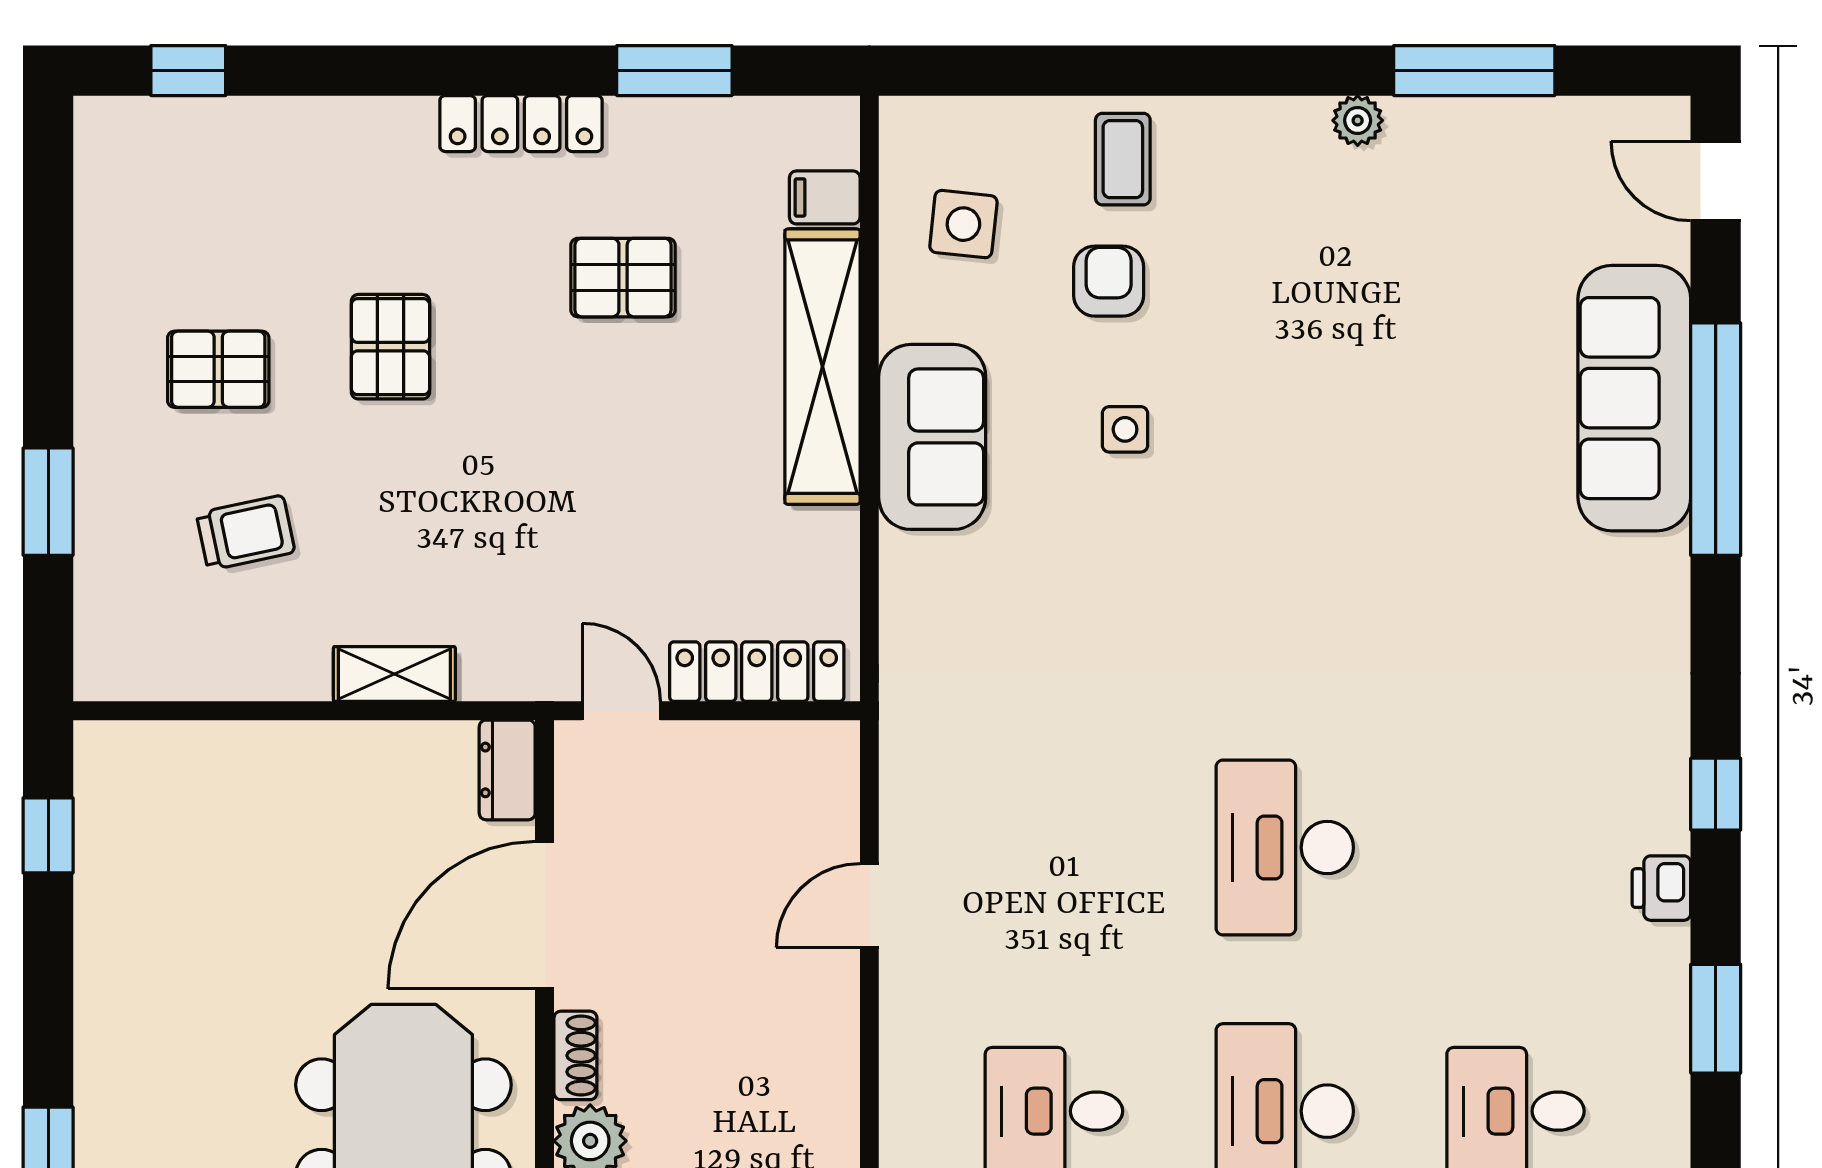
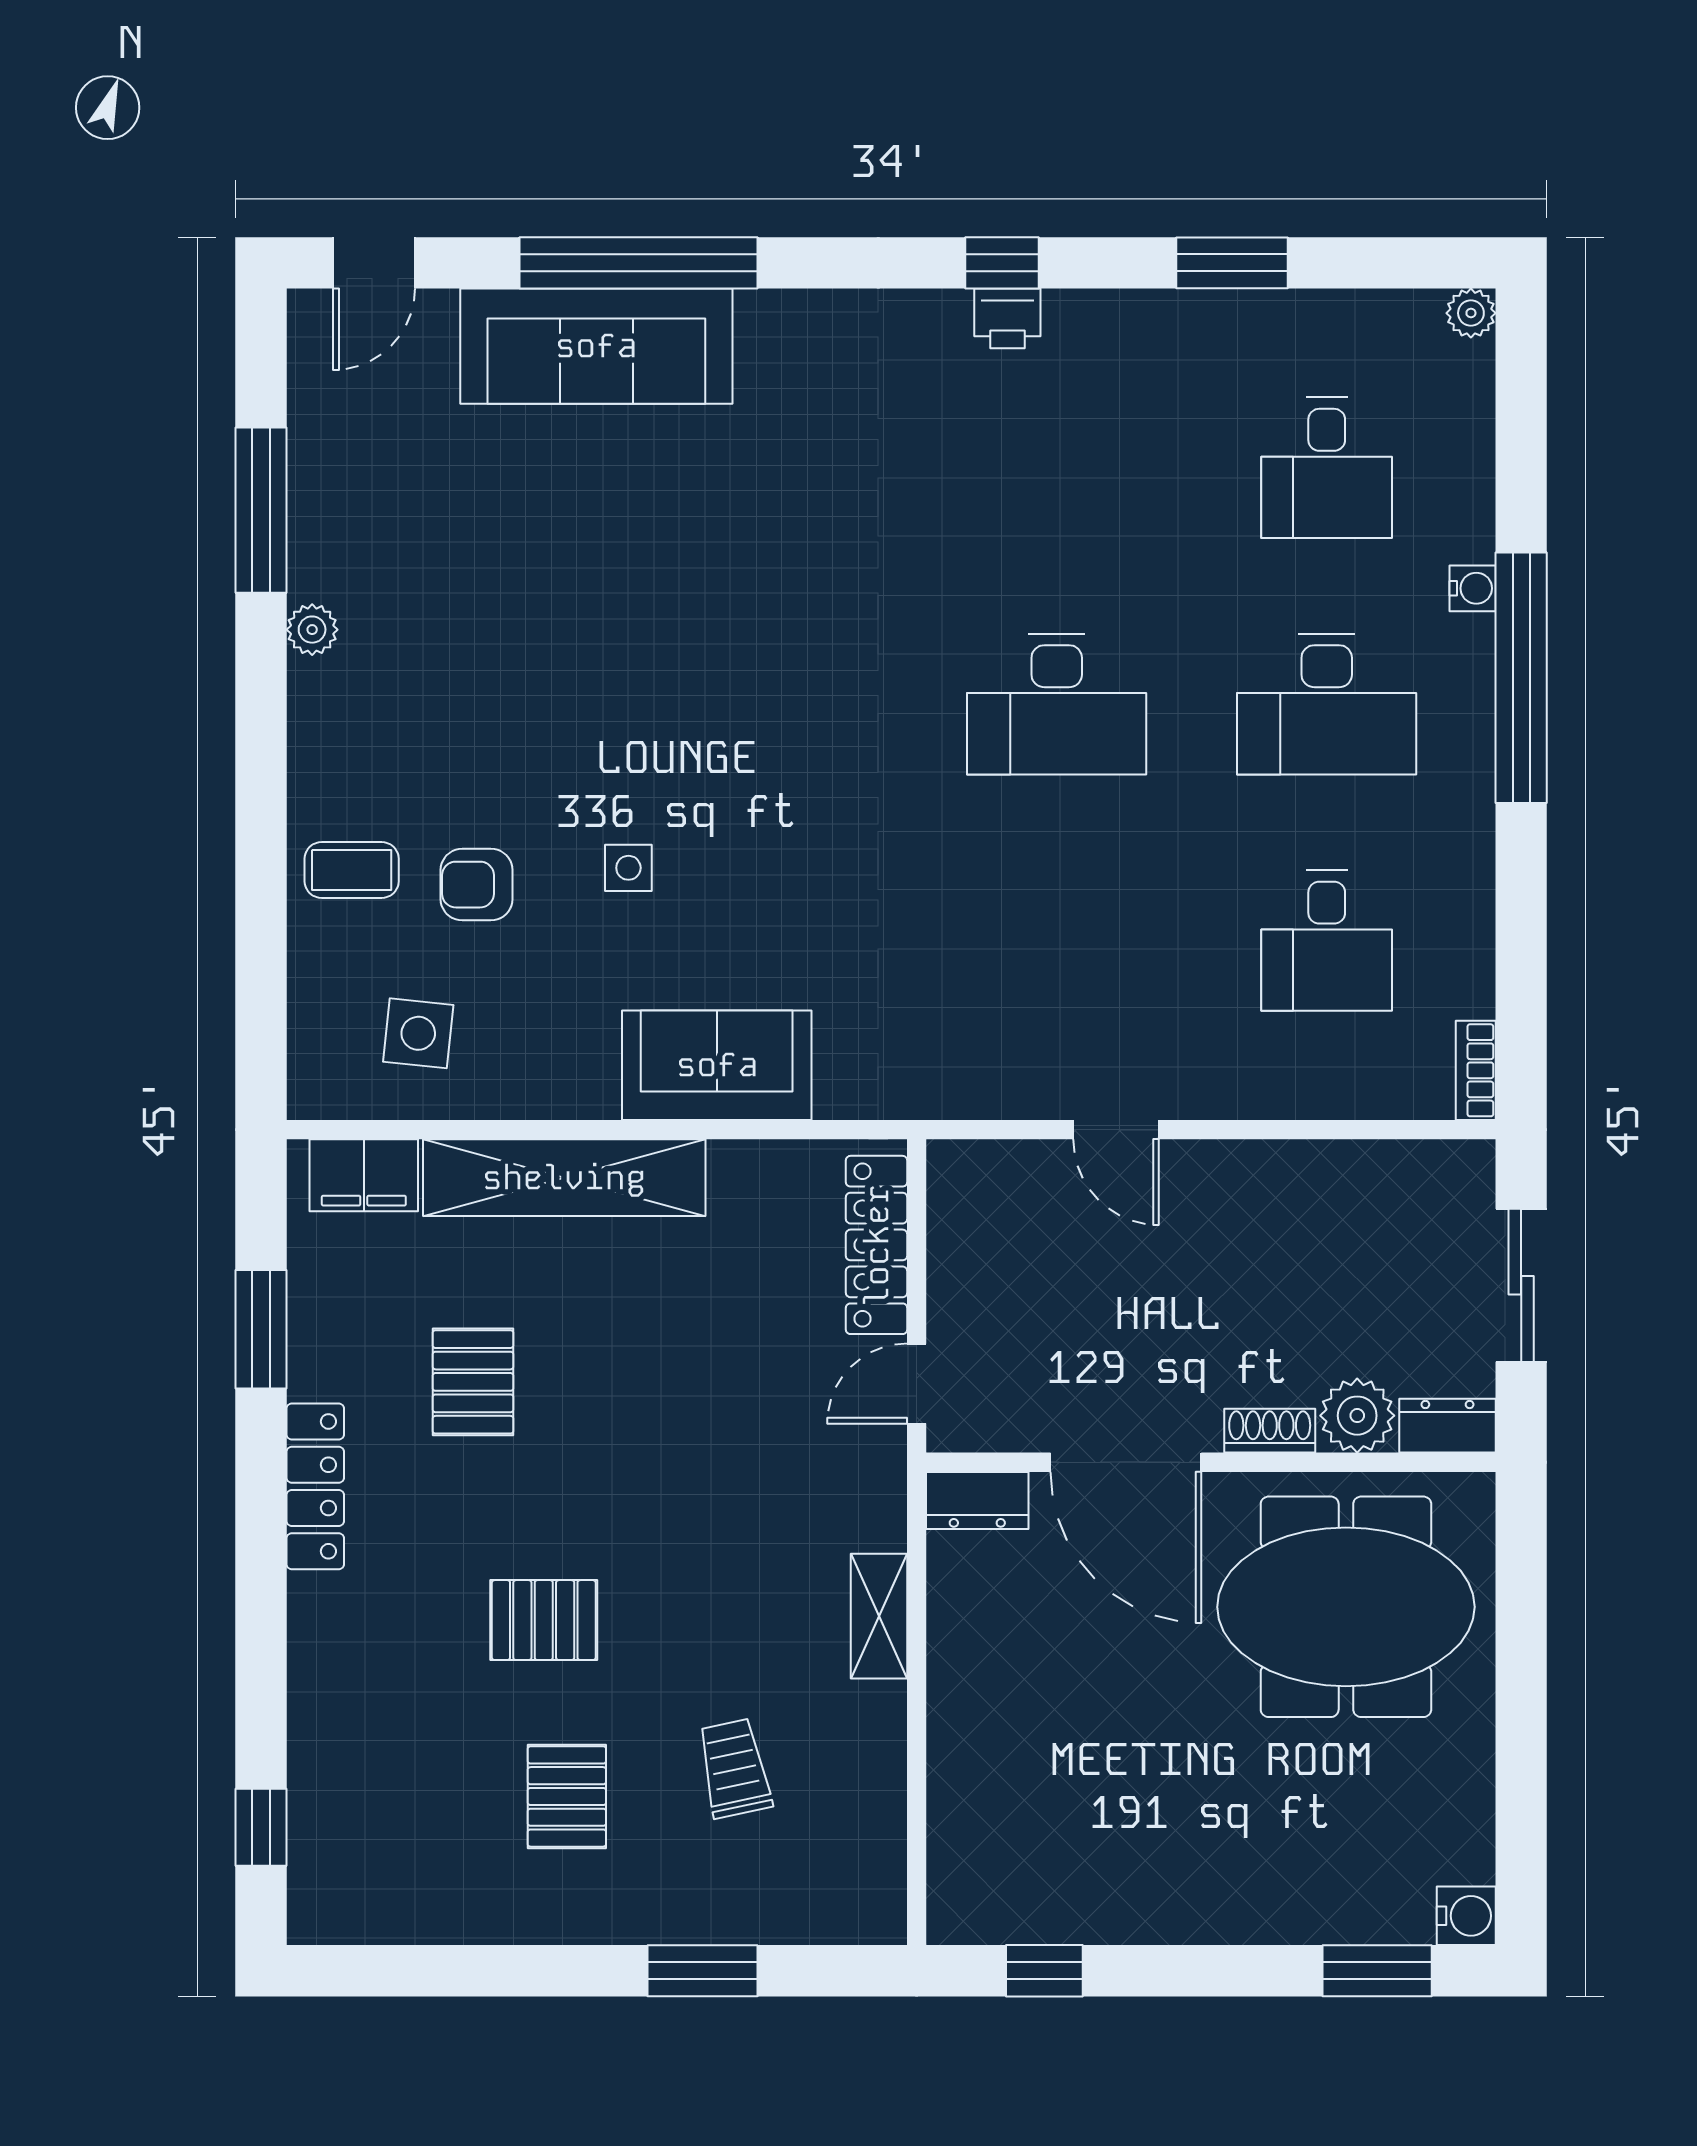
filing cabinet: (825, 197) -> (364, 1175), width x2.00
sofa: (932, 437) -> (717, 1065), moved
printer: (1661, 888) -> (1007, 318), moved

